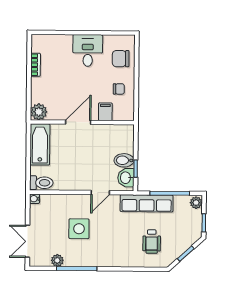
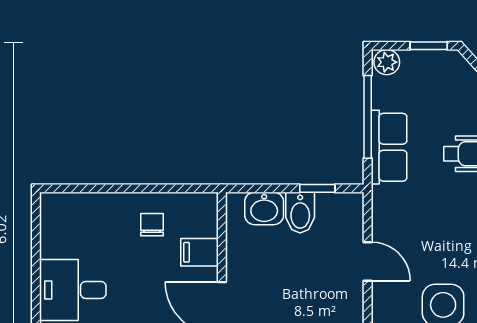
chair: (121, 59) -> (89, 221), removed
washbasin: (126, 178) -> (264, 208), moved
row of seats: (147, 203) -> (389, 147), width x0.68

